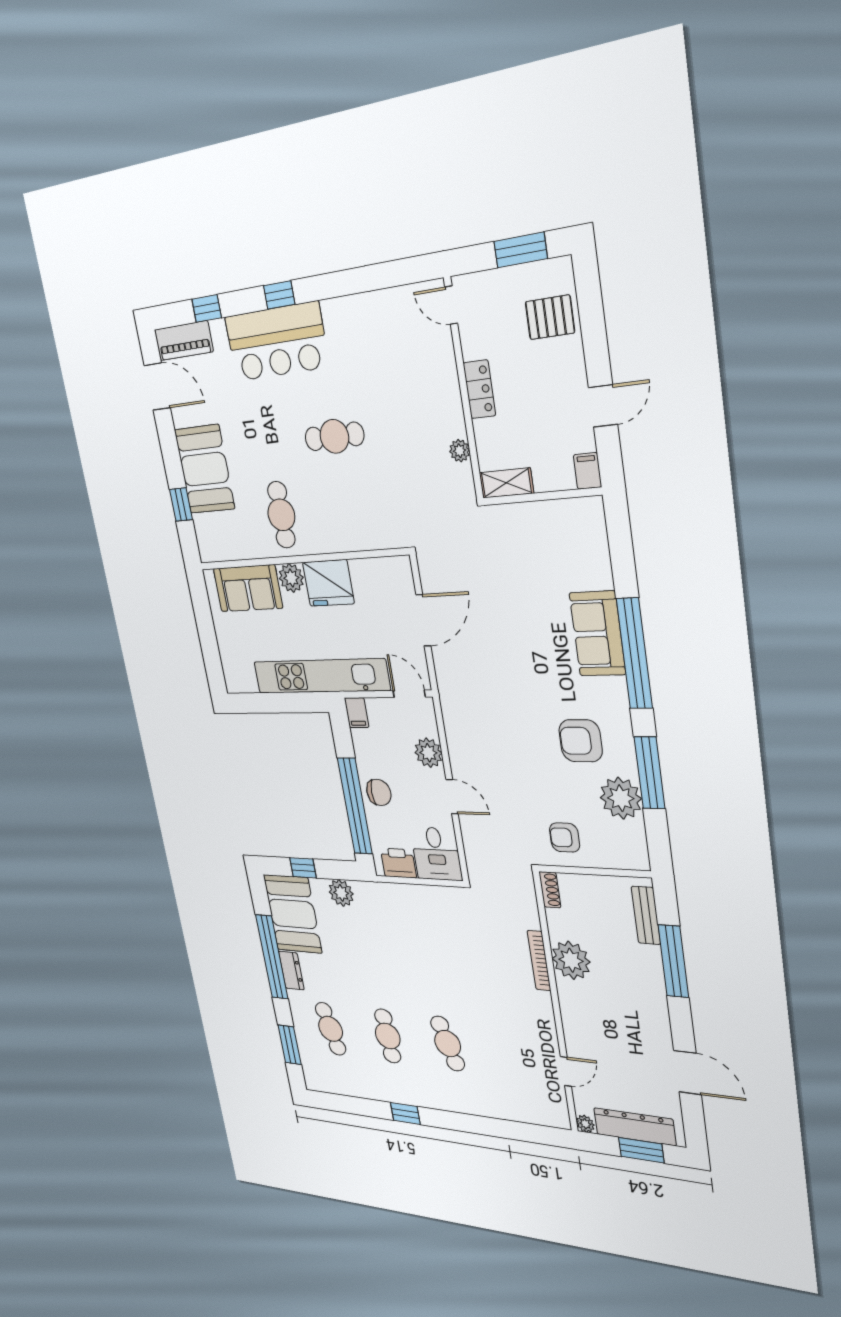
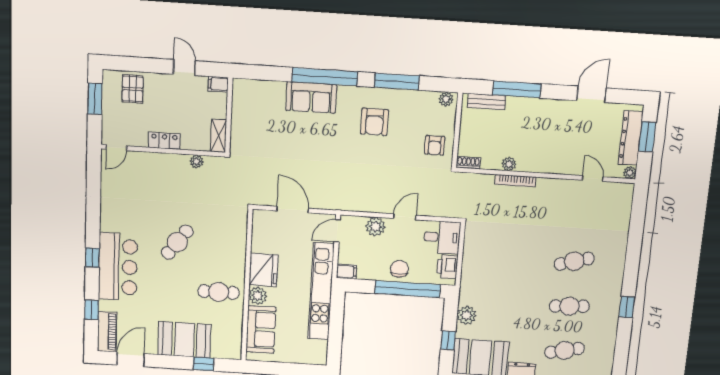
cafe table: (334, 436) -> (177, 242), turned 37
plant: (621, 798) -> (446, 99), moved, width x0.53, depth x0.53
plant: (571, 960) -> (509, 164), width x0.53, depth x0.53

